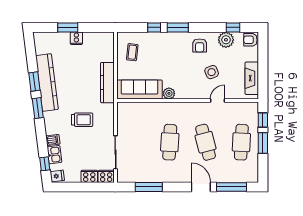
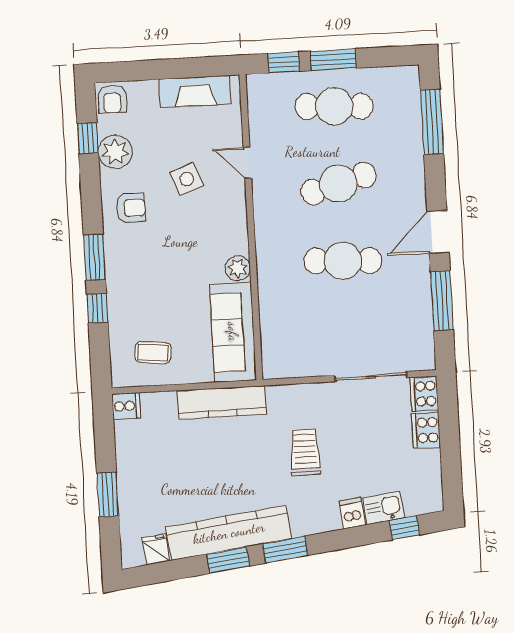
cooker: (76, 38) -> (126, 406), moved
fridge: (57, 176) -> (156, 549), moved
door: (201, 187) -> (438, 232), moved

